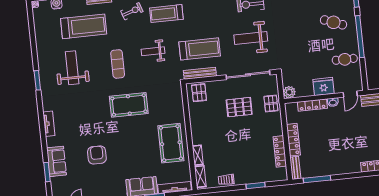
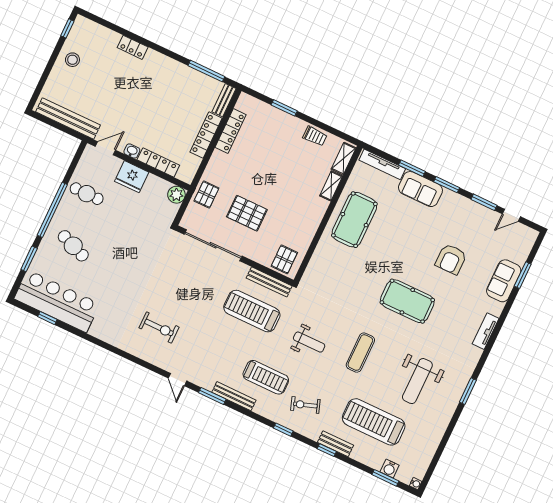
weight bench: (251, 38) -> (183, 287), removed
pool table: (129, 105) -> (407, 301), moved

